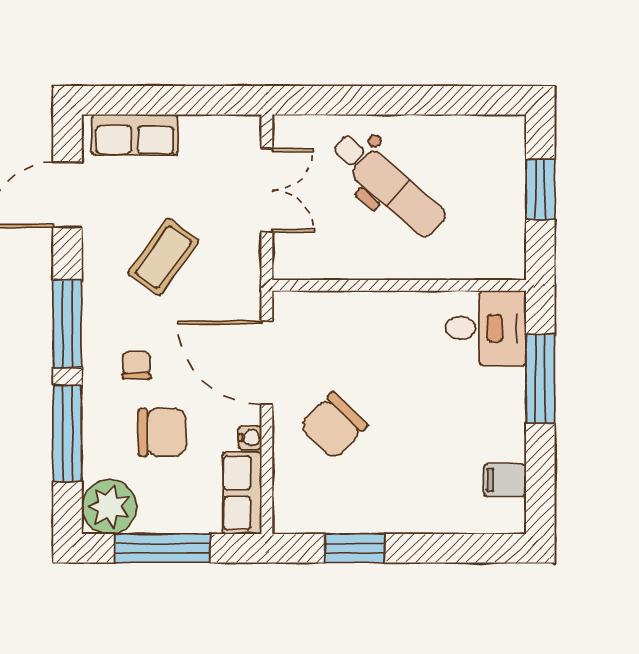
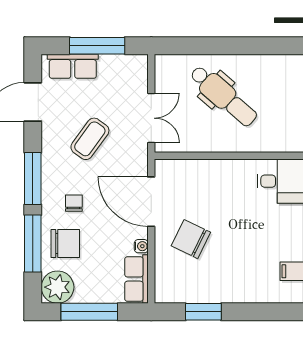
window: (176, 100) -> (97, 46), added
double door: (267, 190) -> (151, 118), moved
chair: (334, 426) -> (191, 239), turned 72
chair: (162, 432) -> (65, 243), moved

